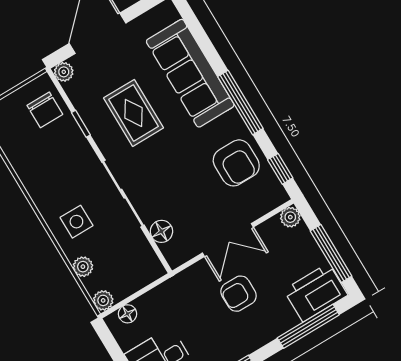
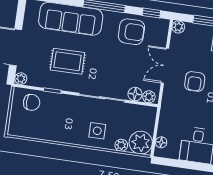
double door: (228, 240) -> (165, 66), swing flipped
plant: (172, 252) -> (149, 97), added
plant: (103, 300) -> (141, 143), width x1.88, depth x1.88

